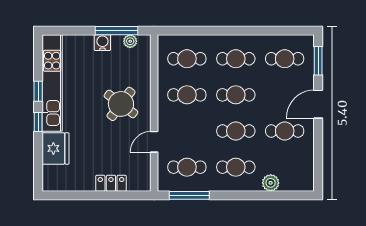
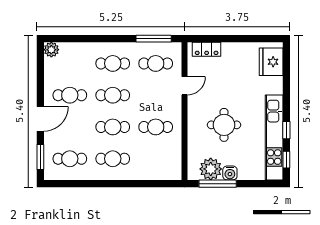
plant: (130, 41) -> (211, 169), width x1.87, depth x1.87
cafe table: (187, 59) -> (156, 159), removed
round table: (121, 104) -> (224, 125), moved, turned -37
window: (38, 122) -> (286, 160), moved
fridge: (56, 148) -> (271, 62), moved
locker: (111, 183) -> (207, 49), moved
plant: (271, 183) -> (51, 50), moved

